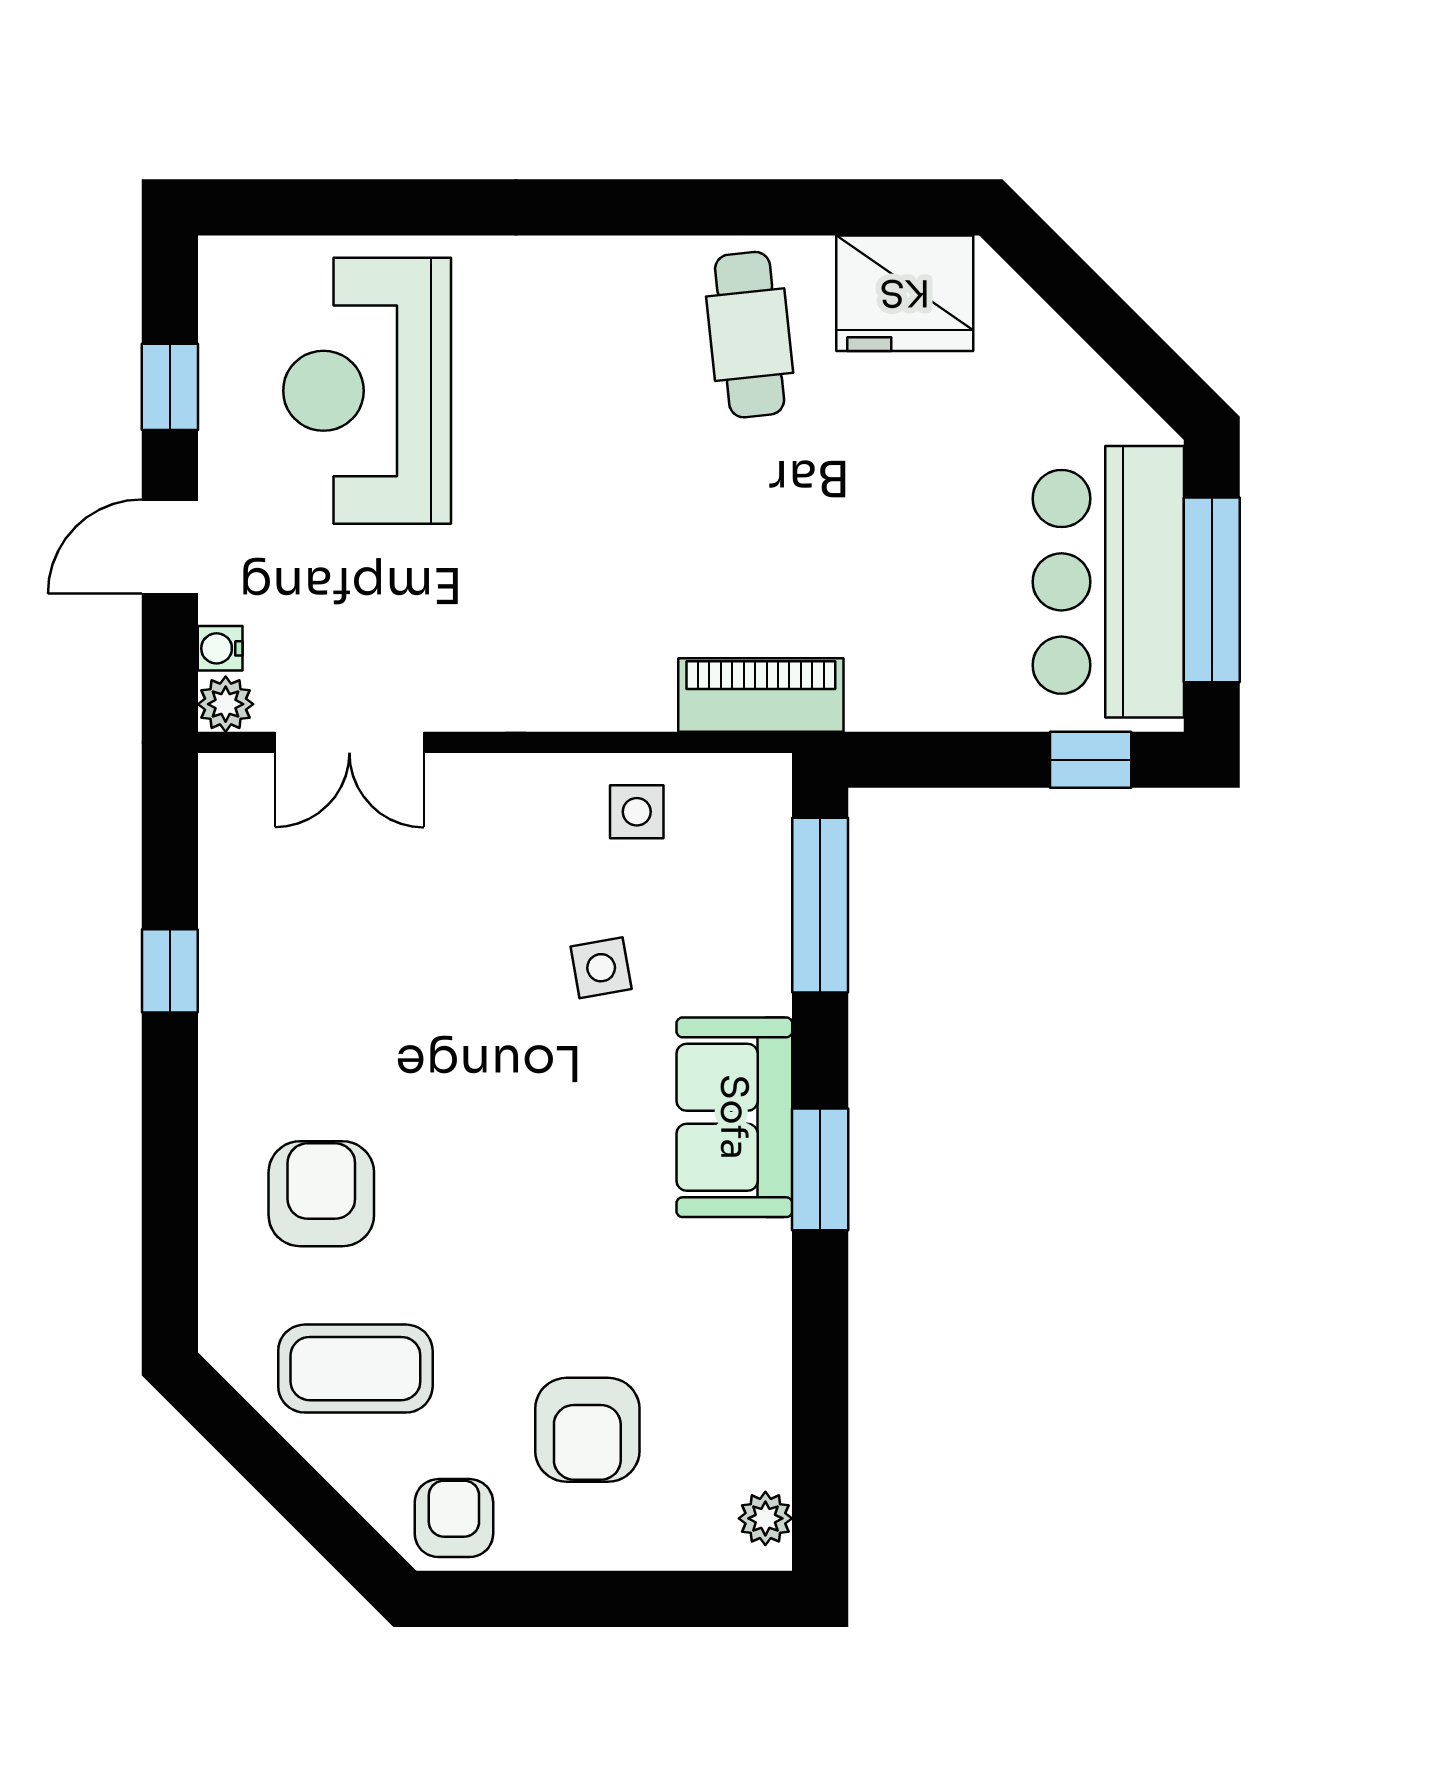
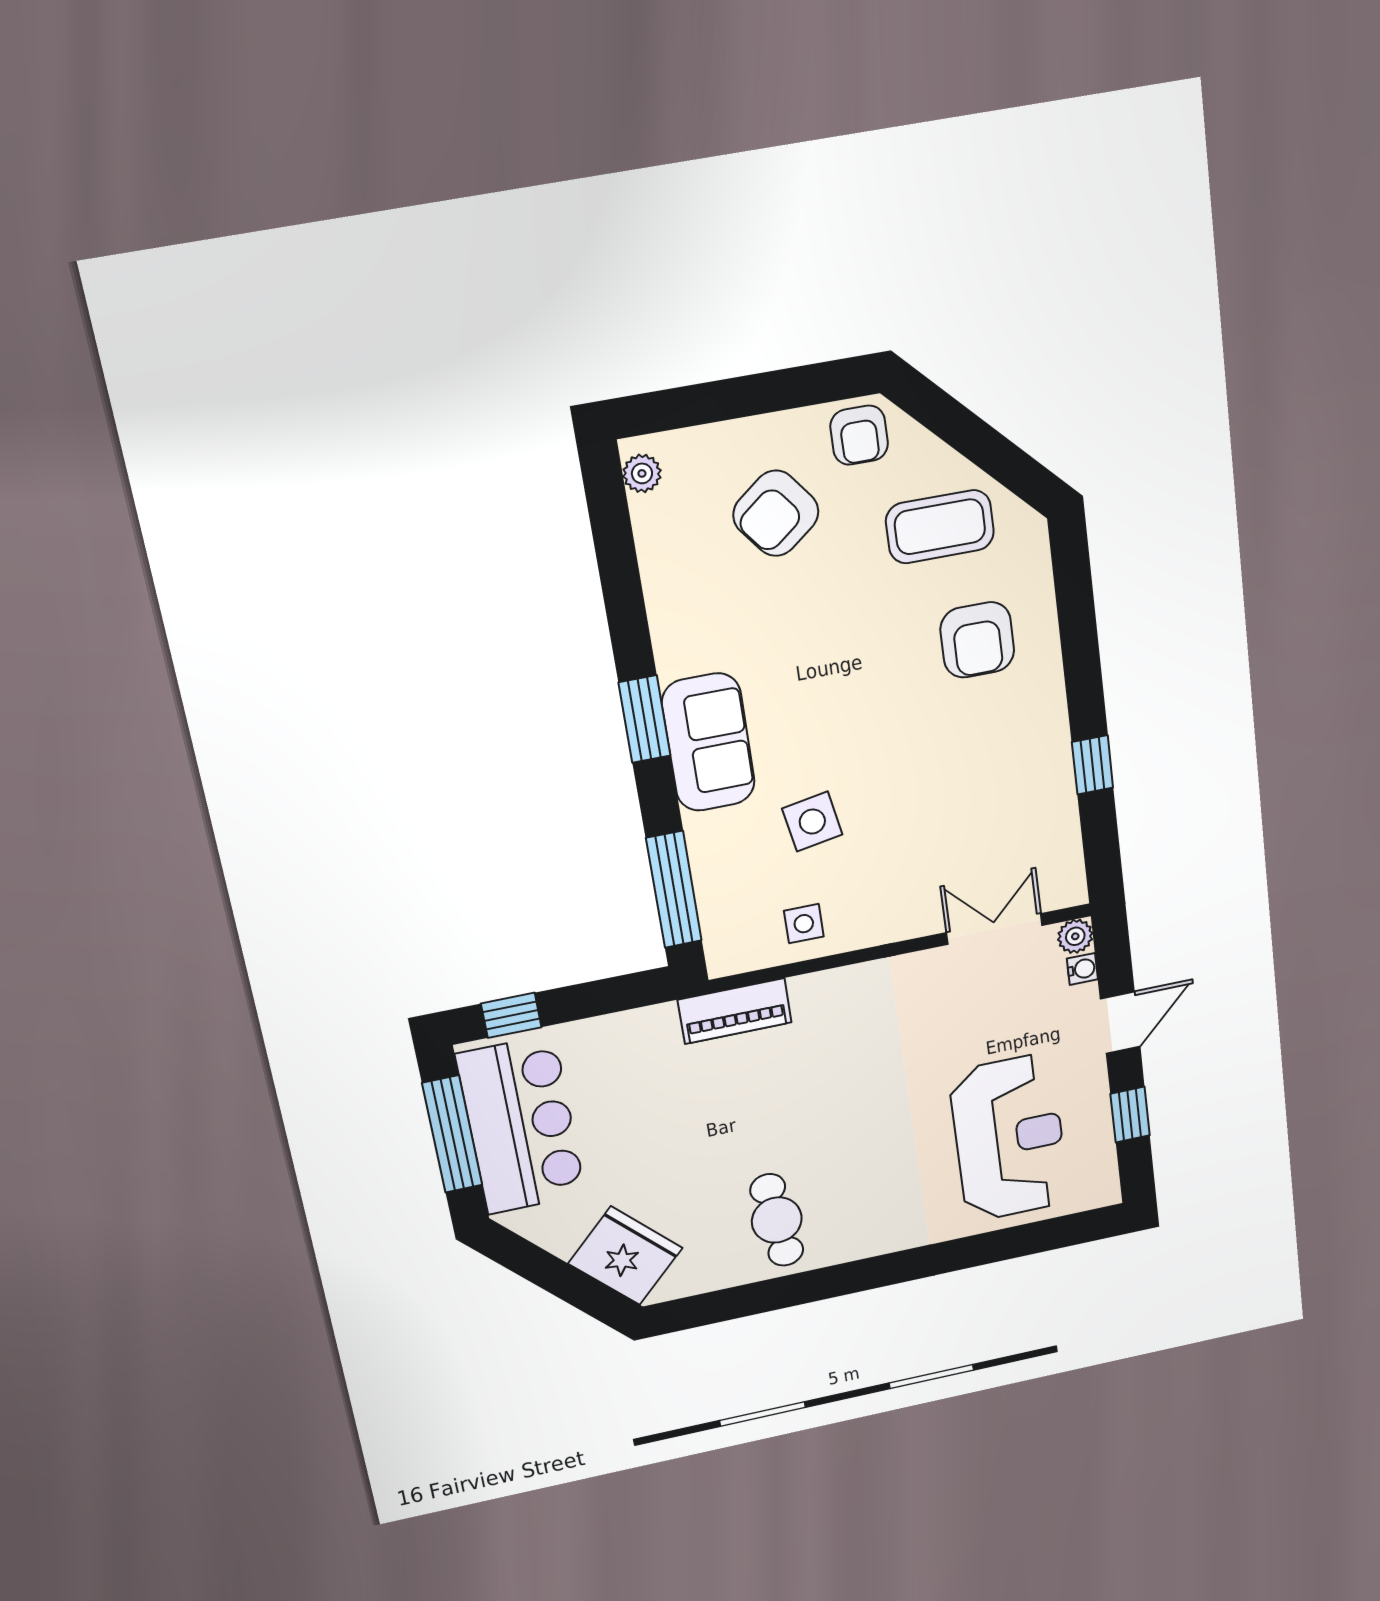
fridge: (905, 293) -> (625, 1256), moved, turned 45
side table: (601, 968) -> (812, 822), width x1.37, depth x1.37
armchair: (587, 1430) -> (776, 513), turned -128

